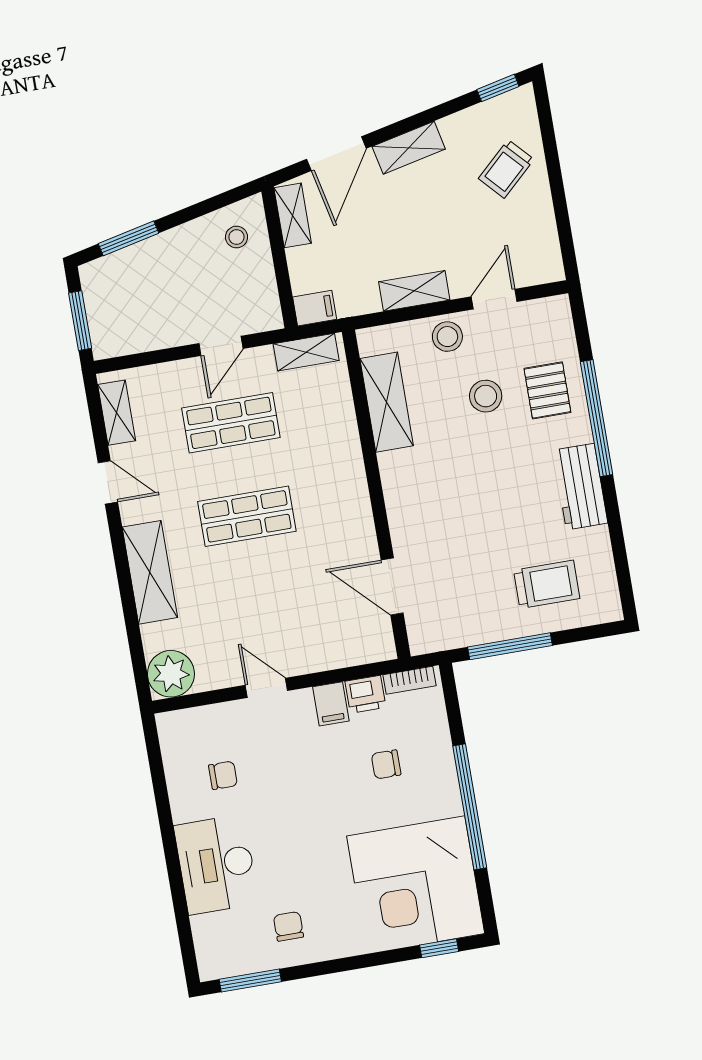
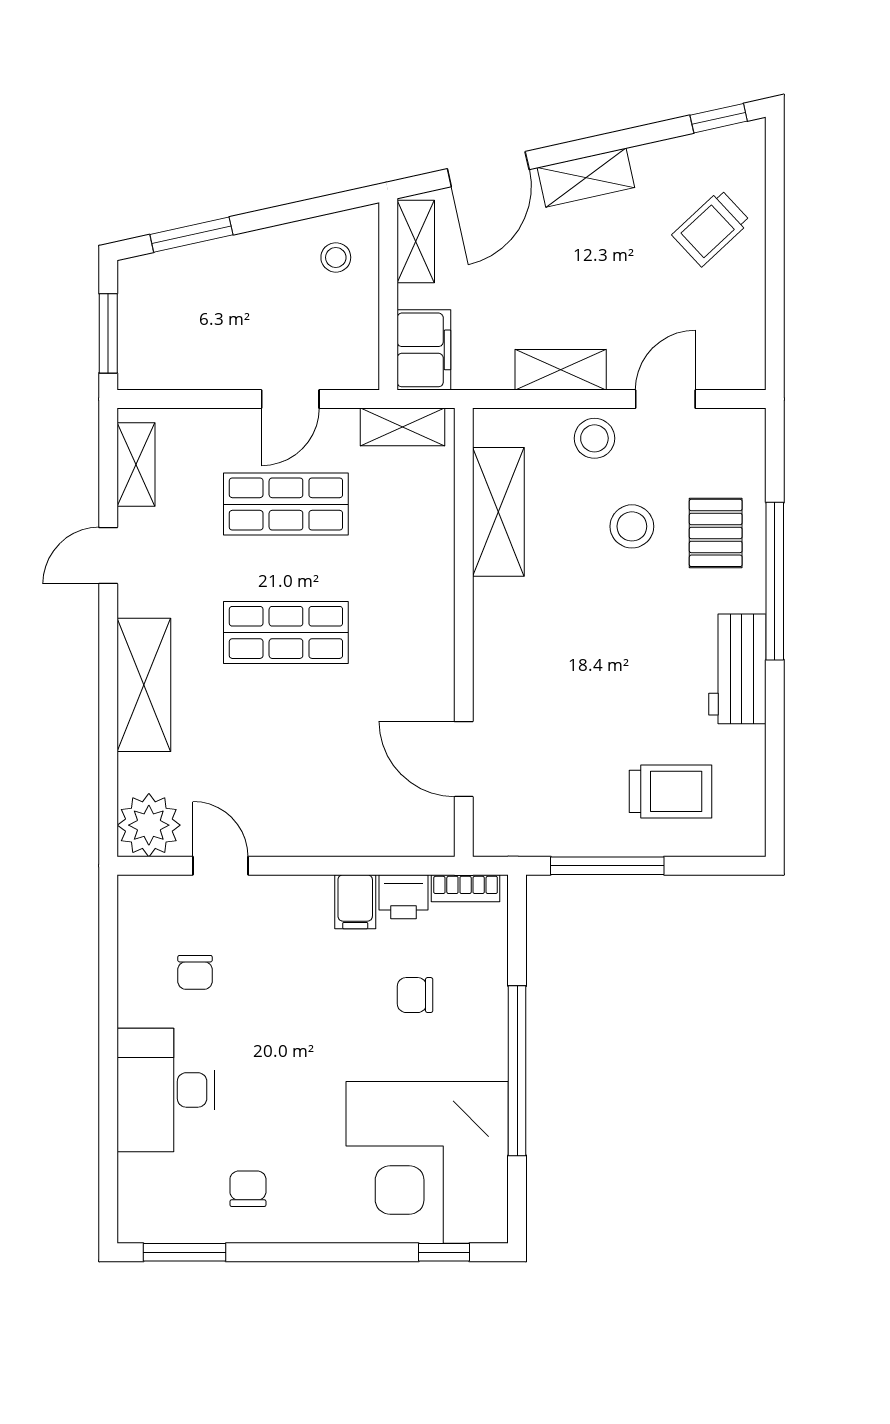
filing cabinet: (315, 308) -> (424, 350), width x2.00
door: (108, 482) -> (108, 555), swing flipped
door: (266, 688) -> (220, 866), moved
chair: (223, 775) -> (195, 972), turned 90

